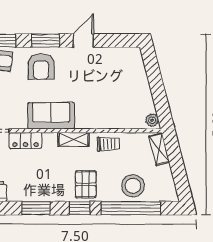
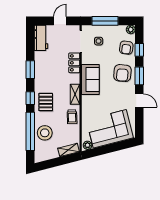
armchair: (41, 67) -> (122, 73), turned -85
corner sofa: (127, 86) -> (110, 129), added
pallet: (86, 184) -> (46, 102), turned 90

